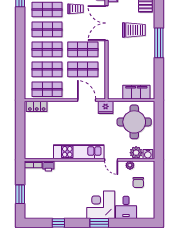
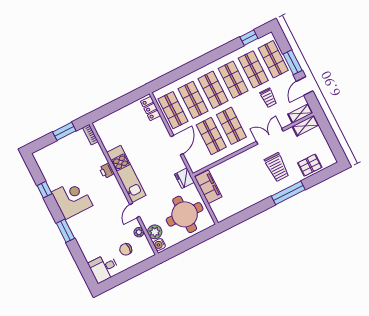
double door: (107, 23) -> (270, 136), width x0.73
window: (159, 43) -> (288, 193), moved
filing cabinet: (136, 92) -> (208, 187), moved
door: (87, 100) -> (177, 145), moved
printer: (48, 166) -> (107, 171), moved
window: (20, 194) -> (64, 131), moved
corner desk: (101, 205) -> (72, 199), moved
desk: (126, 207) -> (104, 268), moved

